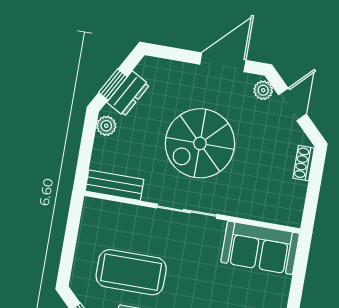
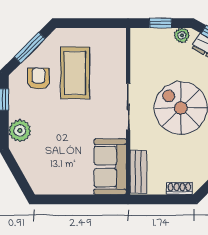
window: (86, 150) -> (161, 23), added
bench: (114, 185) -> (138, 172), moved

